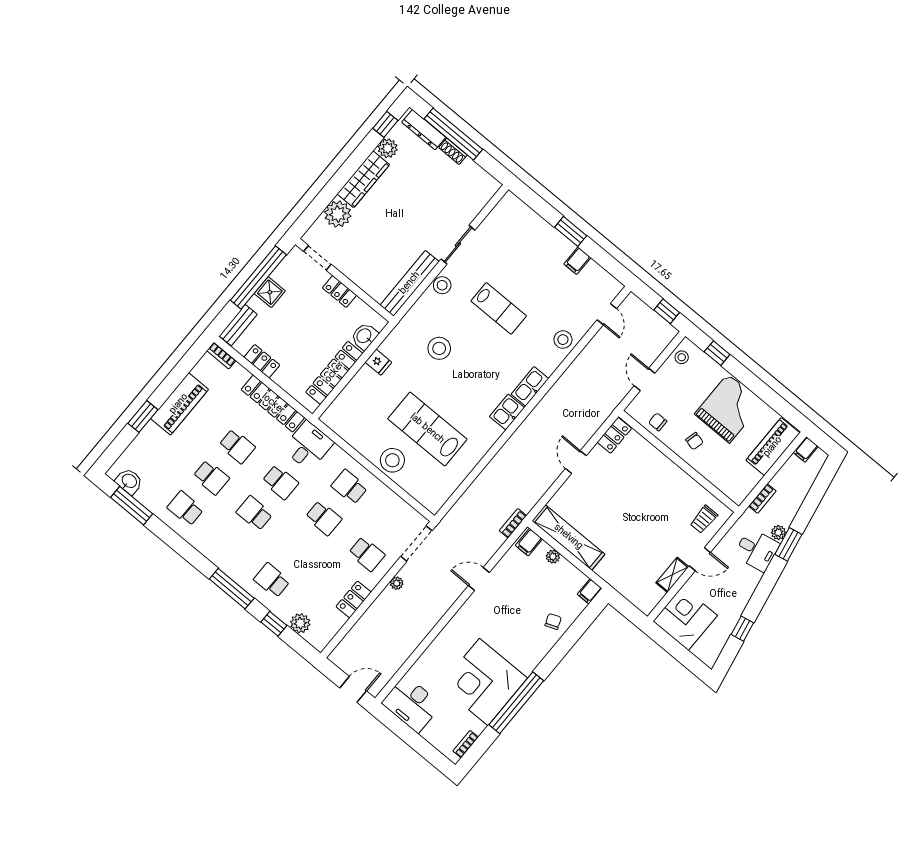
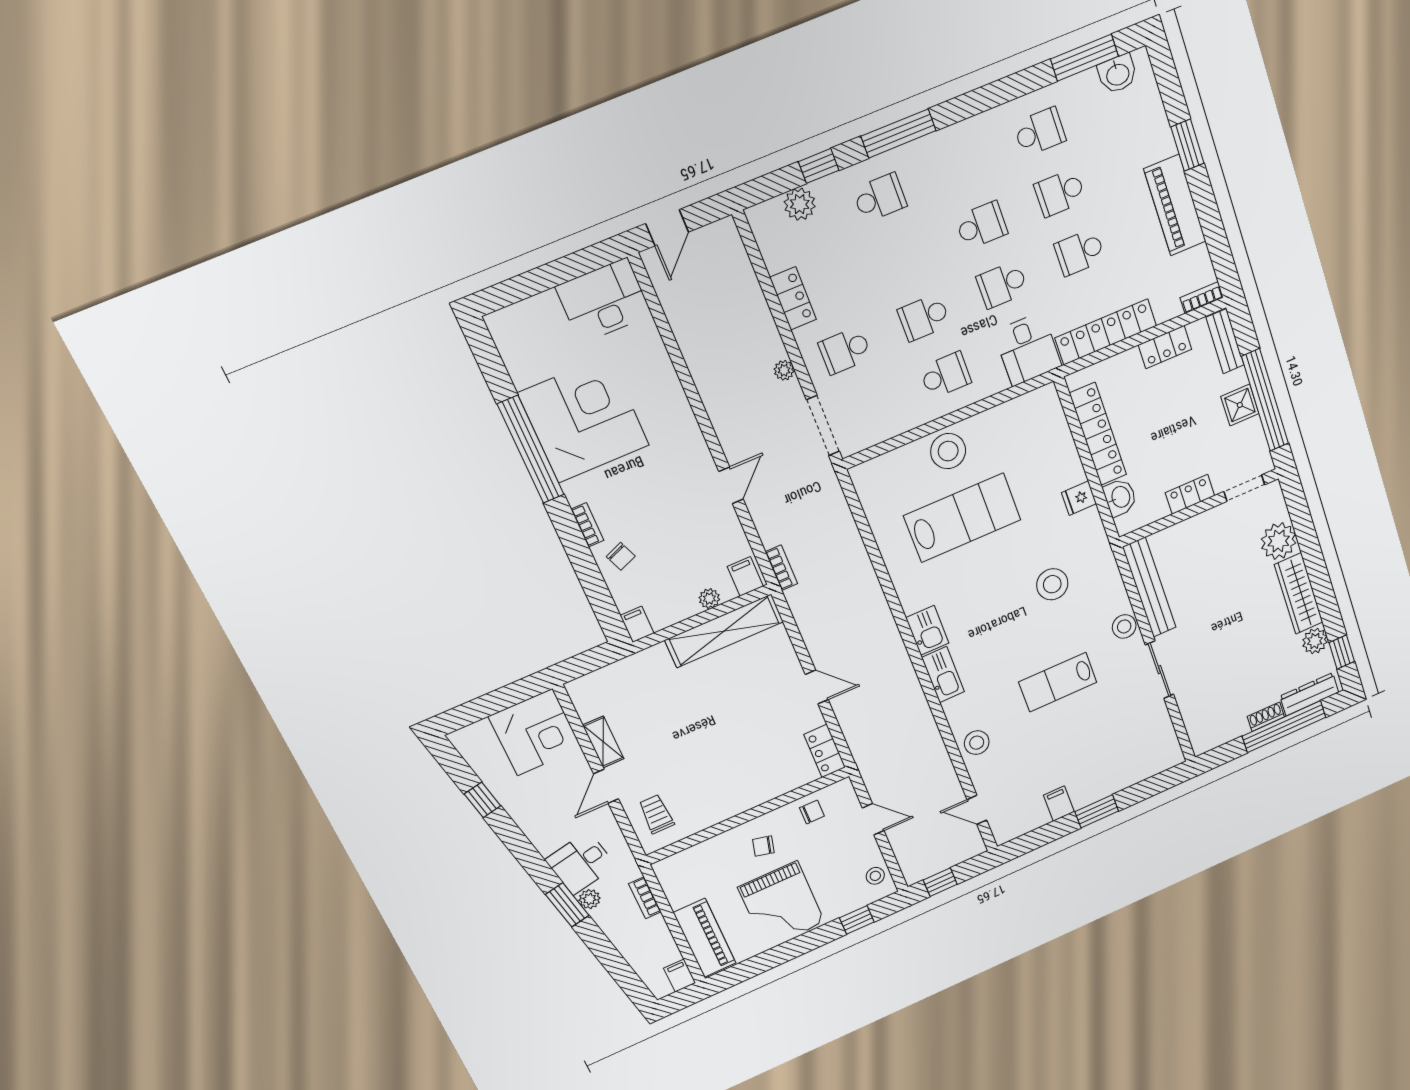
bookcase: (466, 744) -> (587, 525), moved

